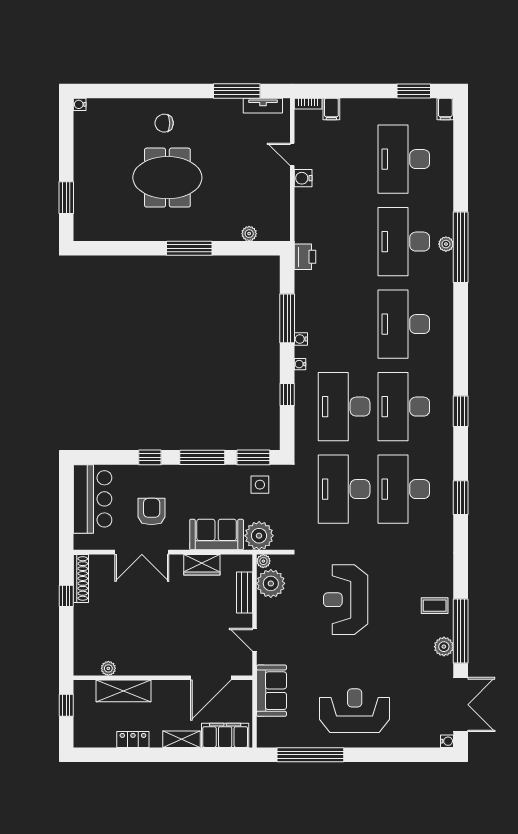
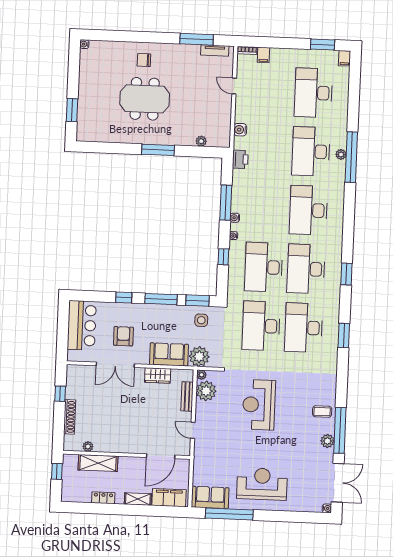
water cooler: (303, 178) -> (240, 130), moved
shoe rack: (81, 578) -> (70, 417), moved
sofa: (272, 691) -> (210, 497), moved, turned -90

